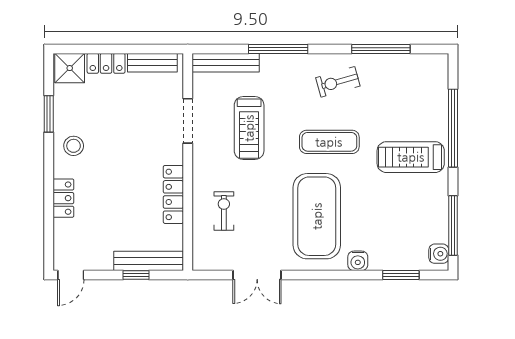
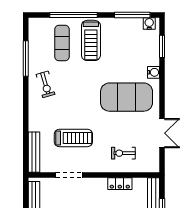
window: (278, 49) -> (26, 120), removed
exercise mat: (329, 142) -> (62, 43), moved
locker: (173, 194) -> (120, 184), width x0.66

